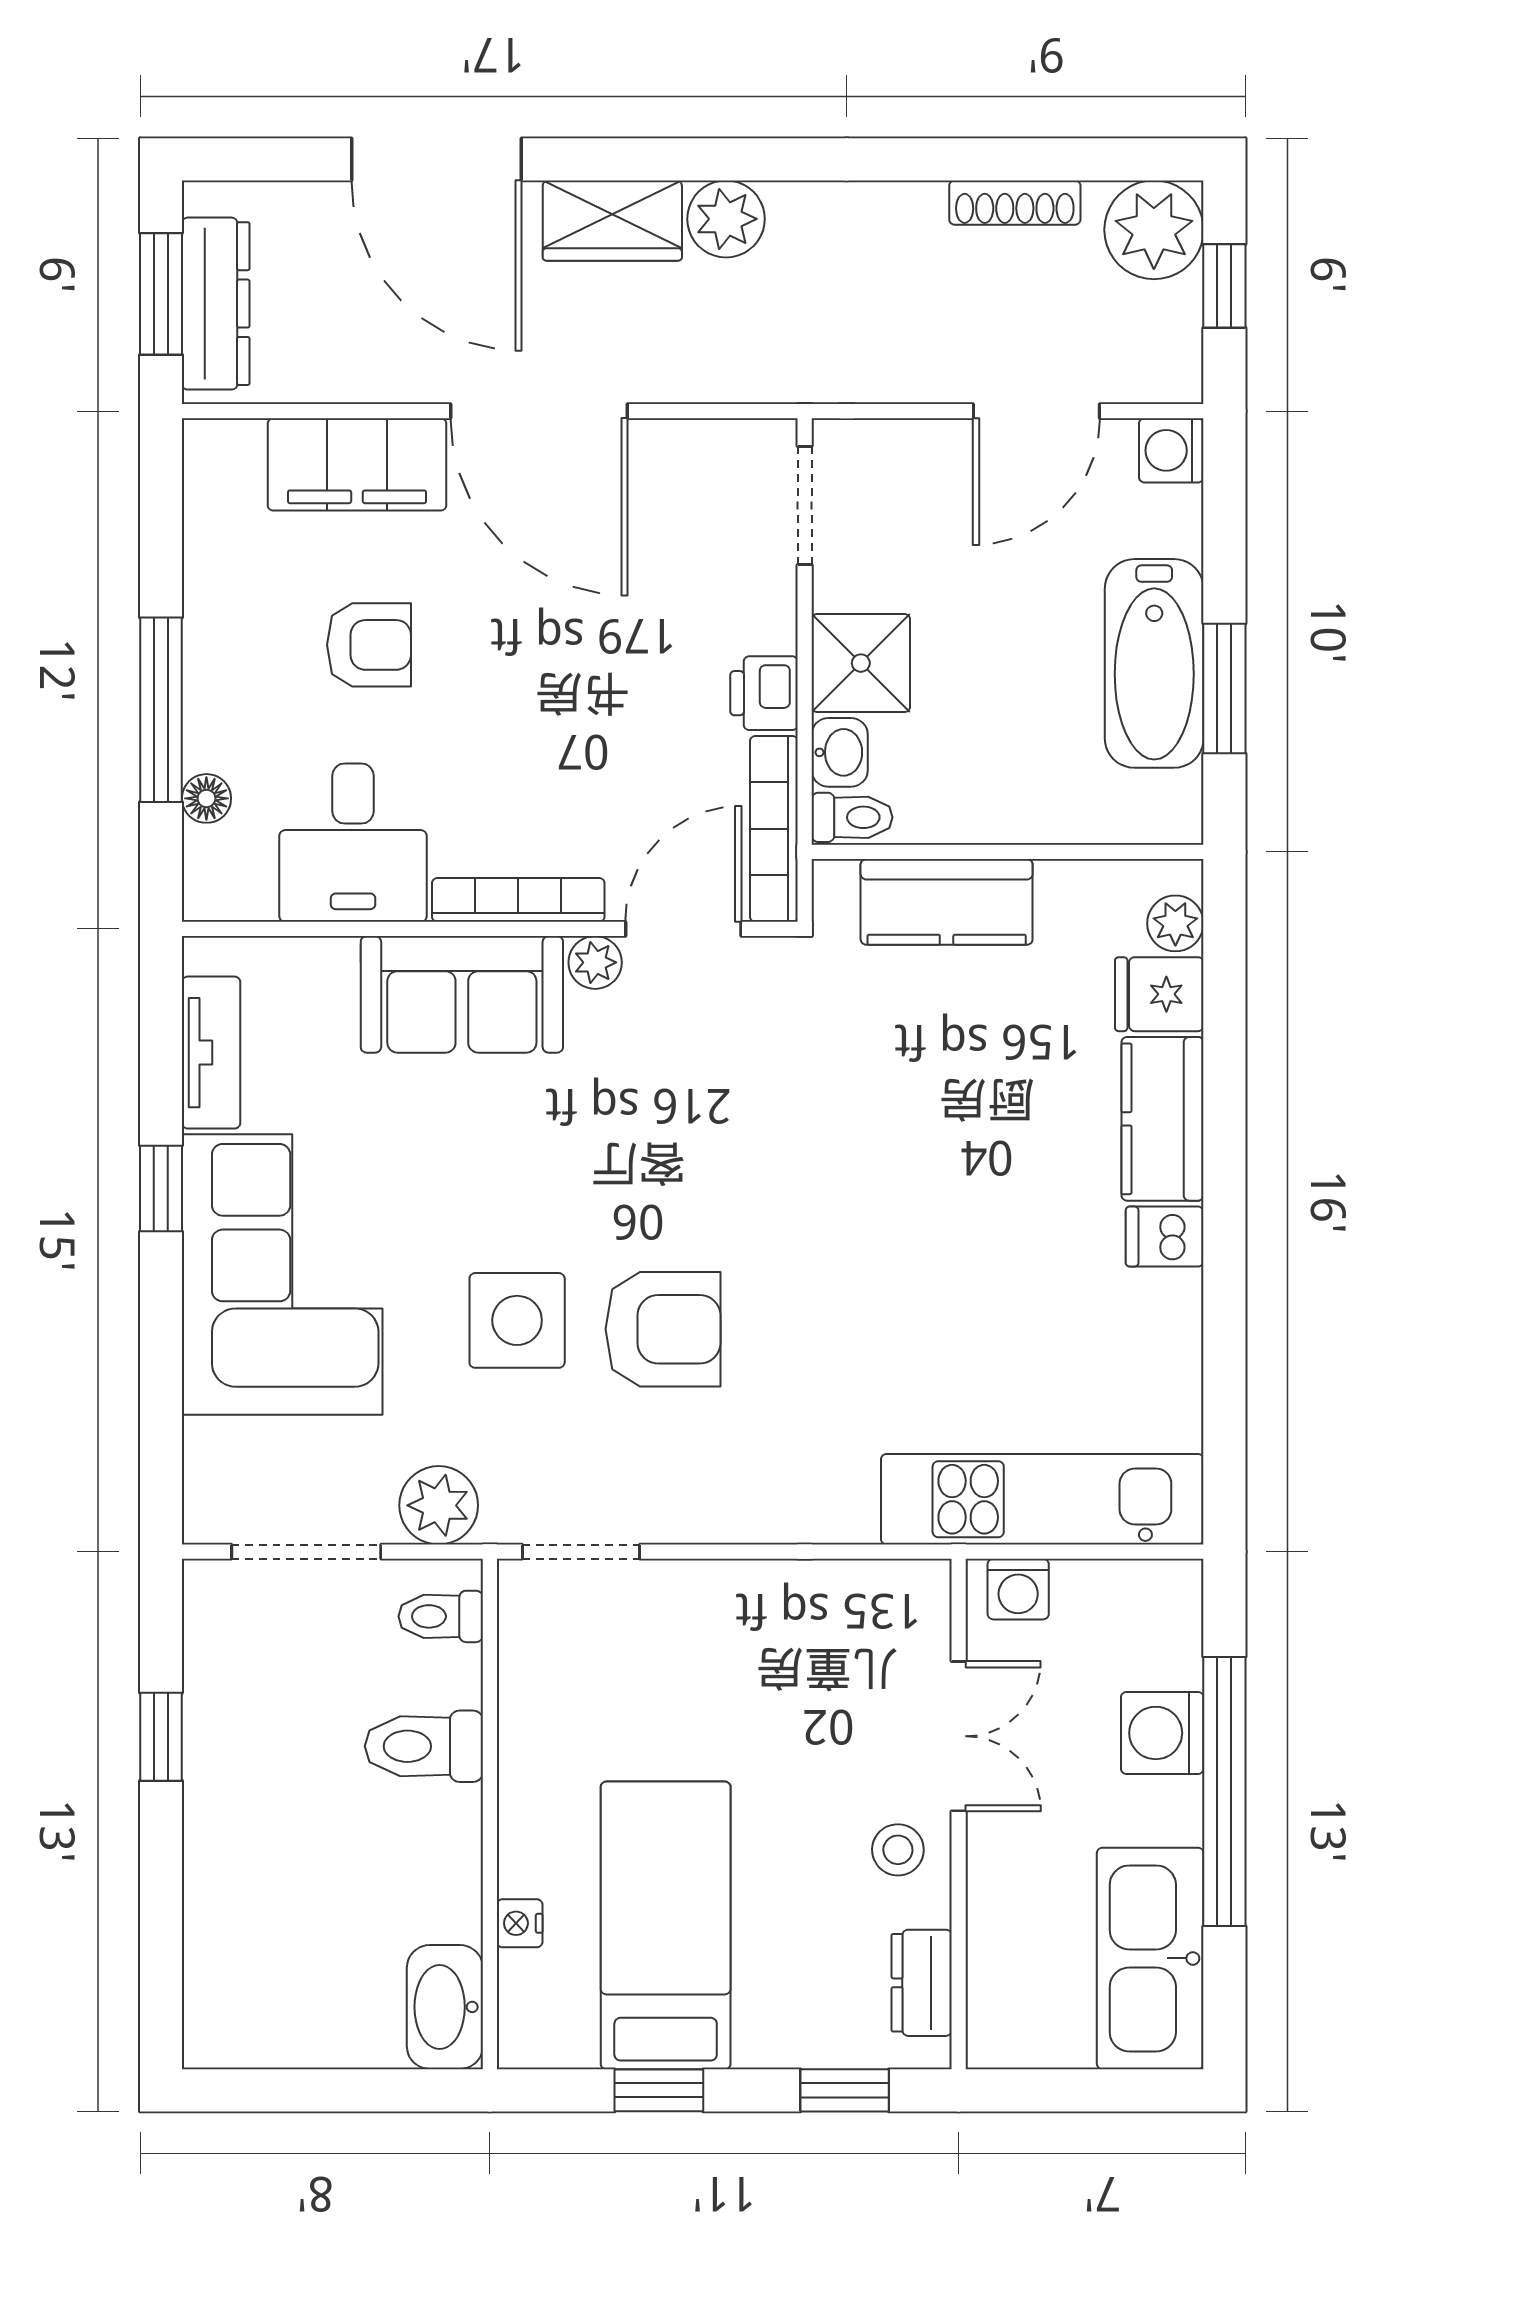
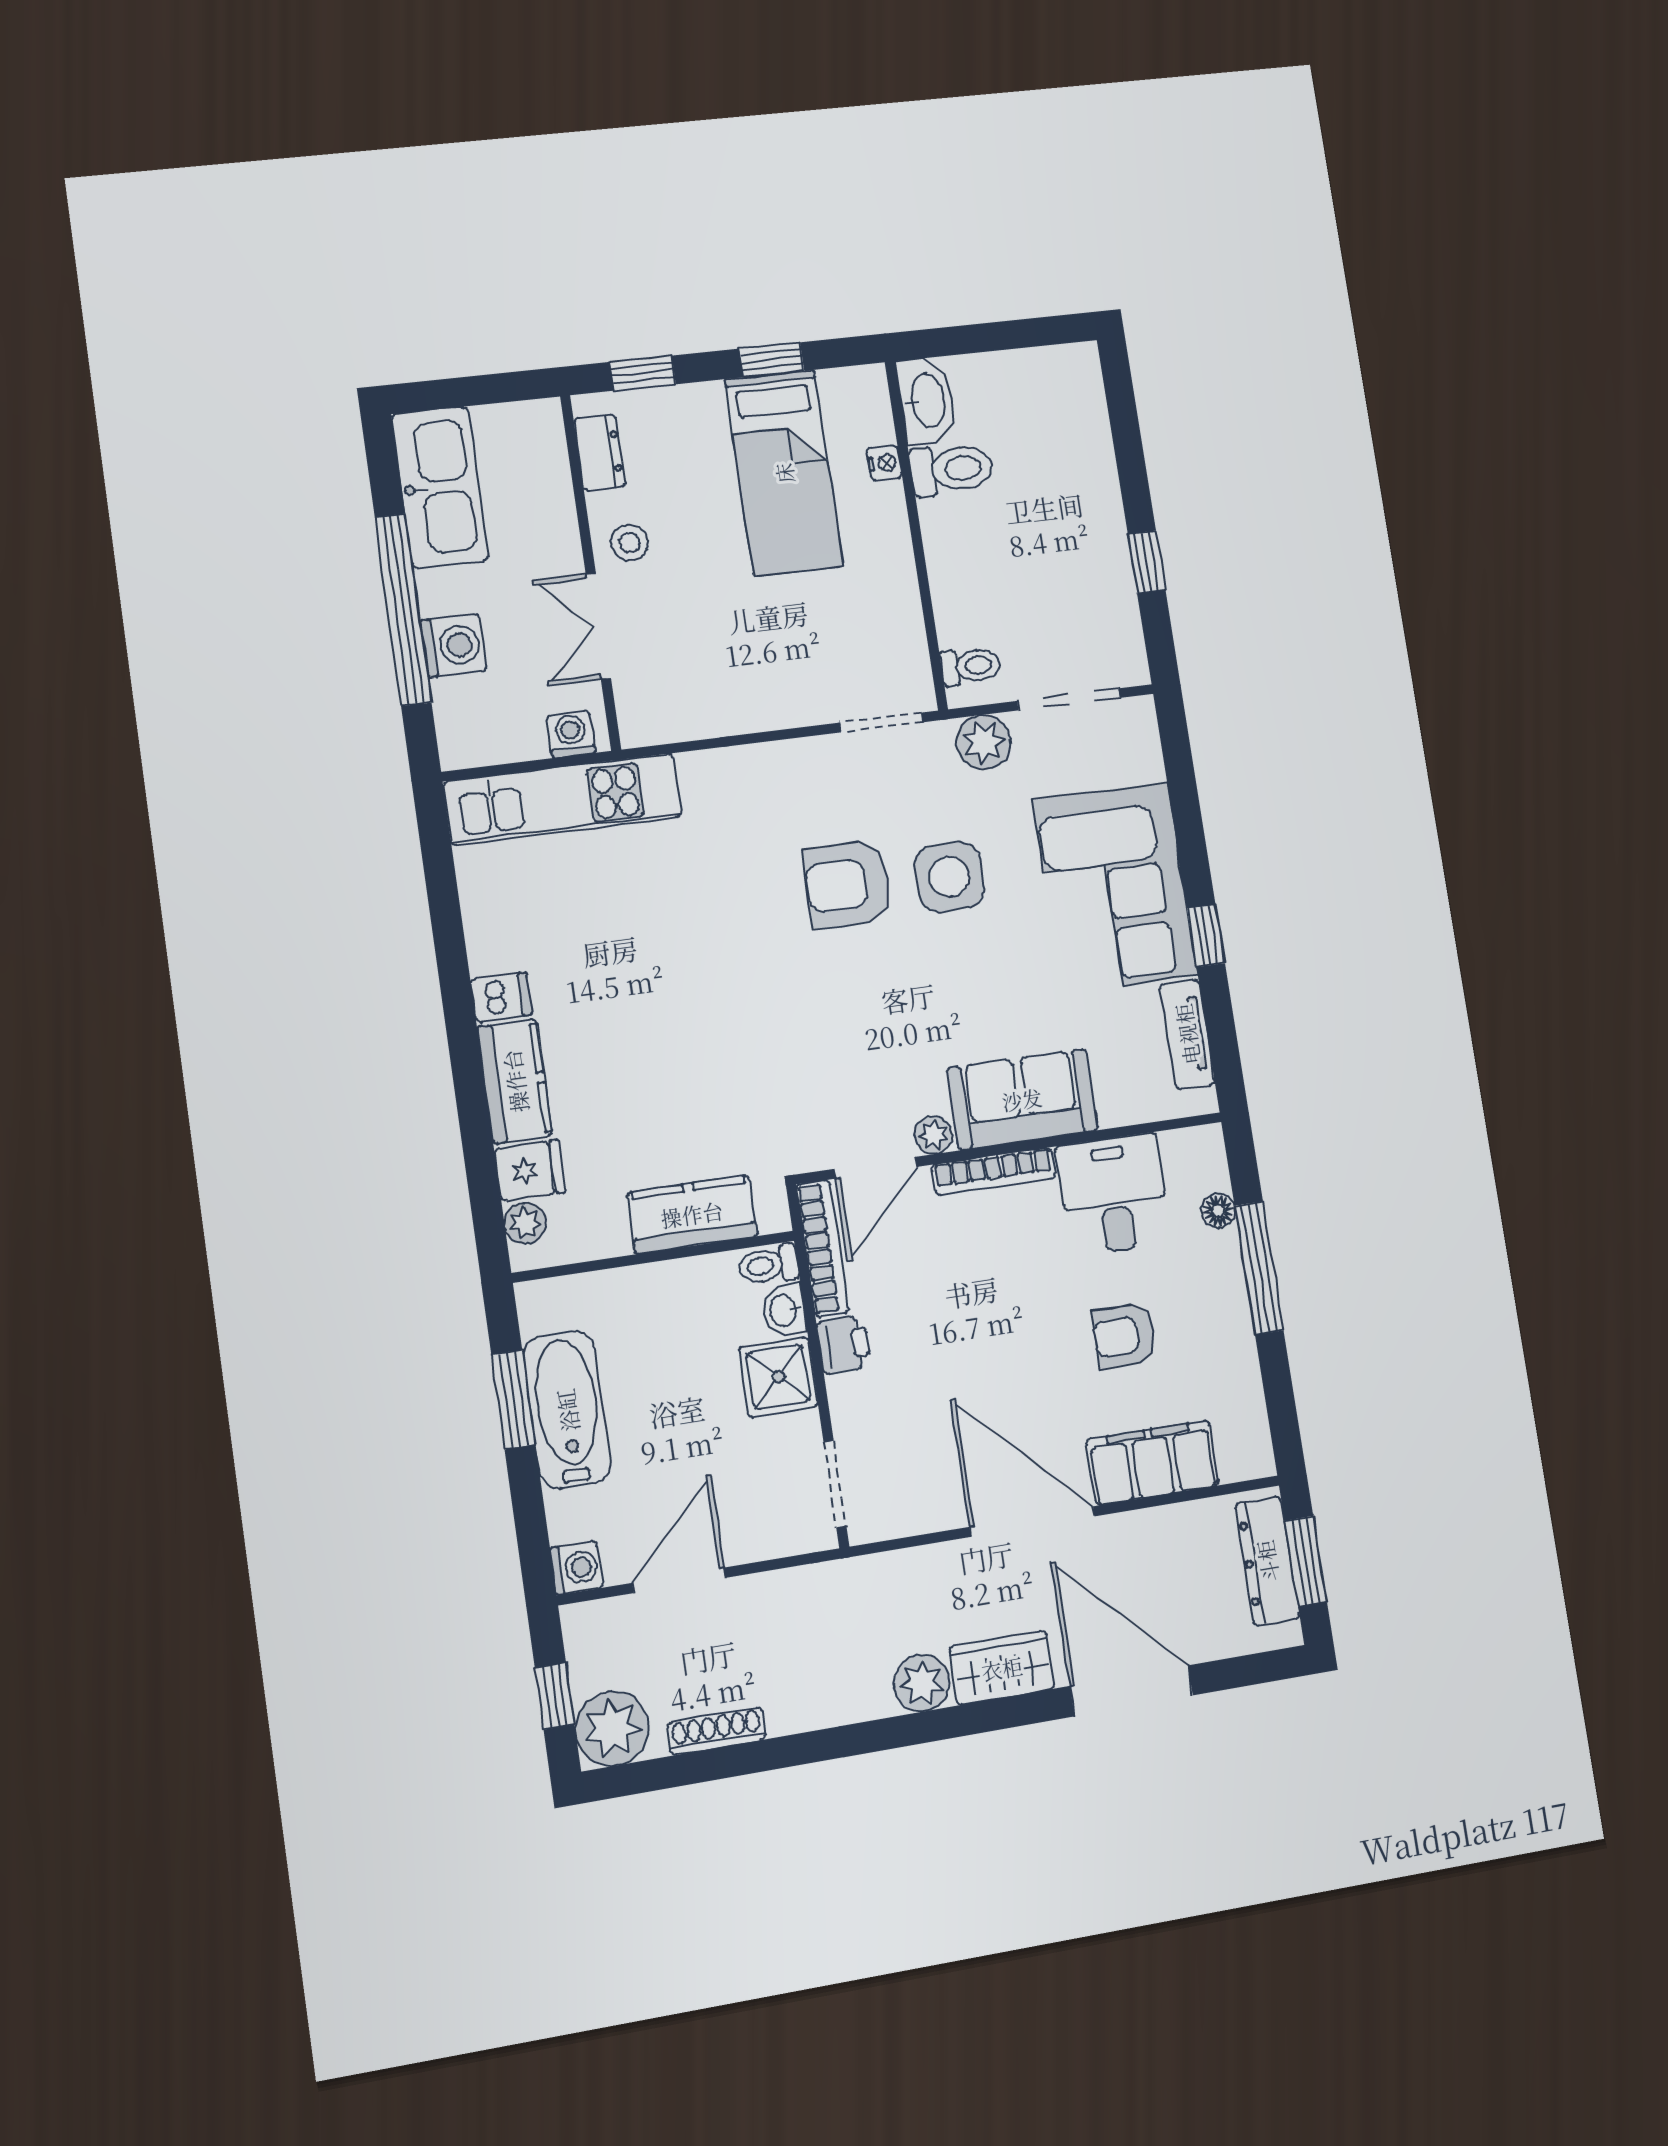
toilet: (424, 1746) -> (952, 469), moved

